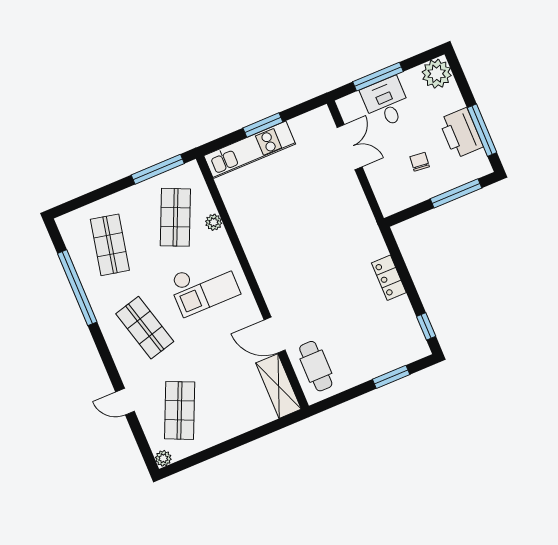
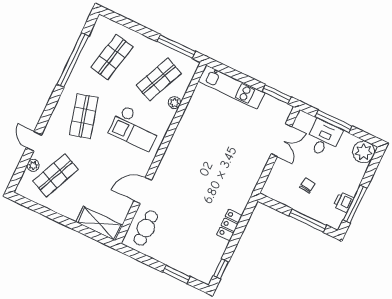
window: (263, 125) -> (277, 94), moved
printer: (461, 133) -> (343, 202), width x0.53, depth x0.68
door: (275, 335) -> (143, 190), hinge flipped
shelving: (278, 386) -> (99, 224), moved, turned 90
plant: (163, 458) -> (33, 165), moved

